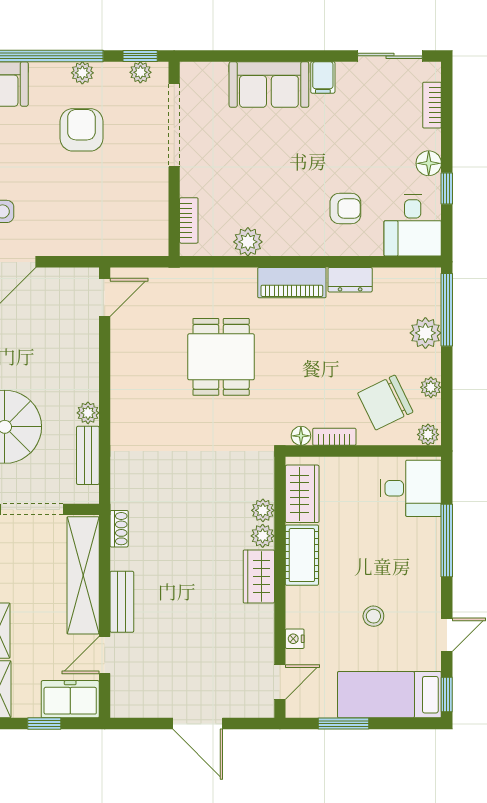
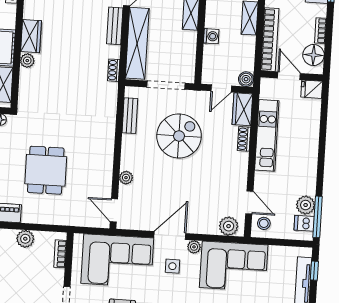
corner sofa: (94, 215) -> (117, 261), added
door: (105, 297) -> (114, 210), hinge flipped
plant: (88, 413) -> (126, 178), moved
plant: (263, 510) -> (26, 76), removed

